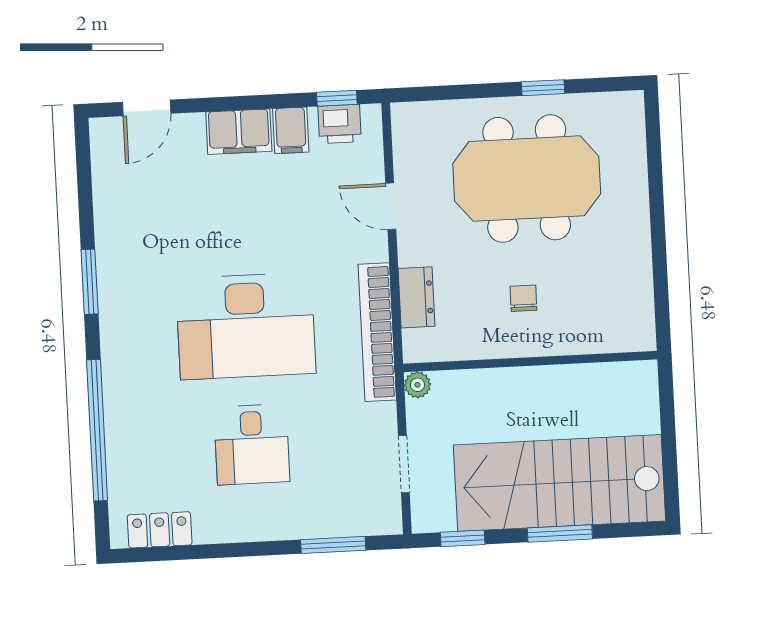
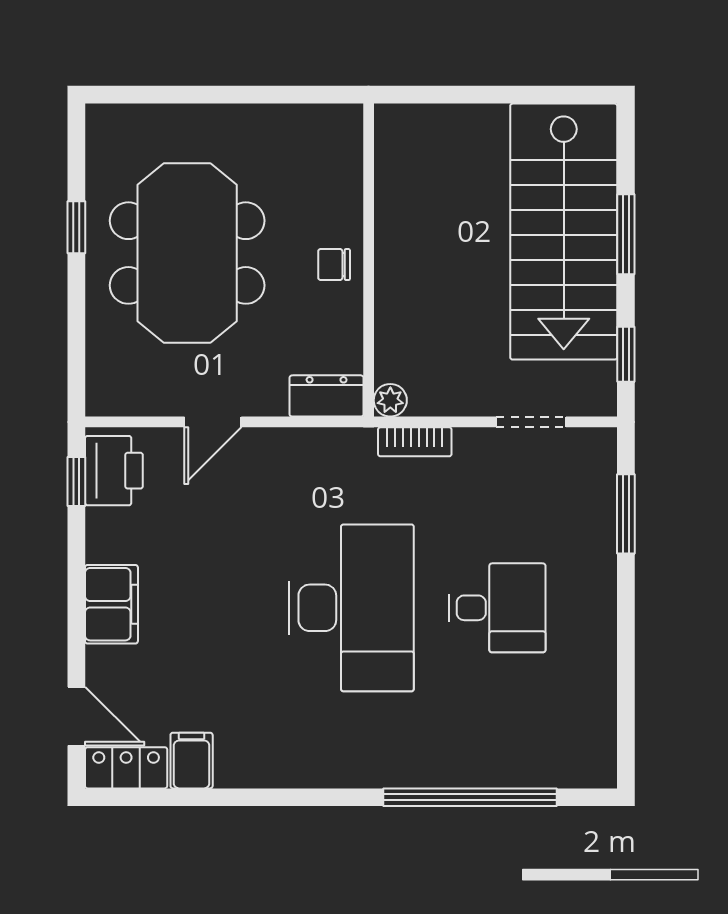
printer: (340, 124) -> (114, 471), width x1.36, depth x1.24
filing cabinet: (291, 130) -> (192, 761), moved, turned -90
window: (90, 282) -> (287, 797), removed
bookcase: (377, 332) -> (415, 442), width x0.43, depth x0.76
wall: (530, 361) -> (369, 260), moved
plant: (417, 385) -> (390, 400), moved
locker: (160, 530) -> (126, 768), moved, turned 90

